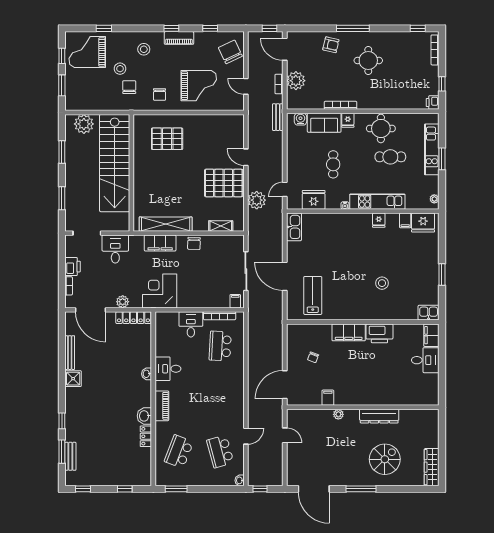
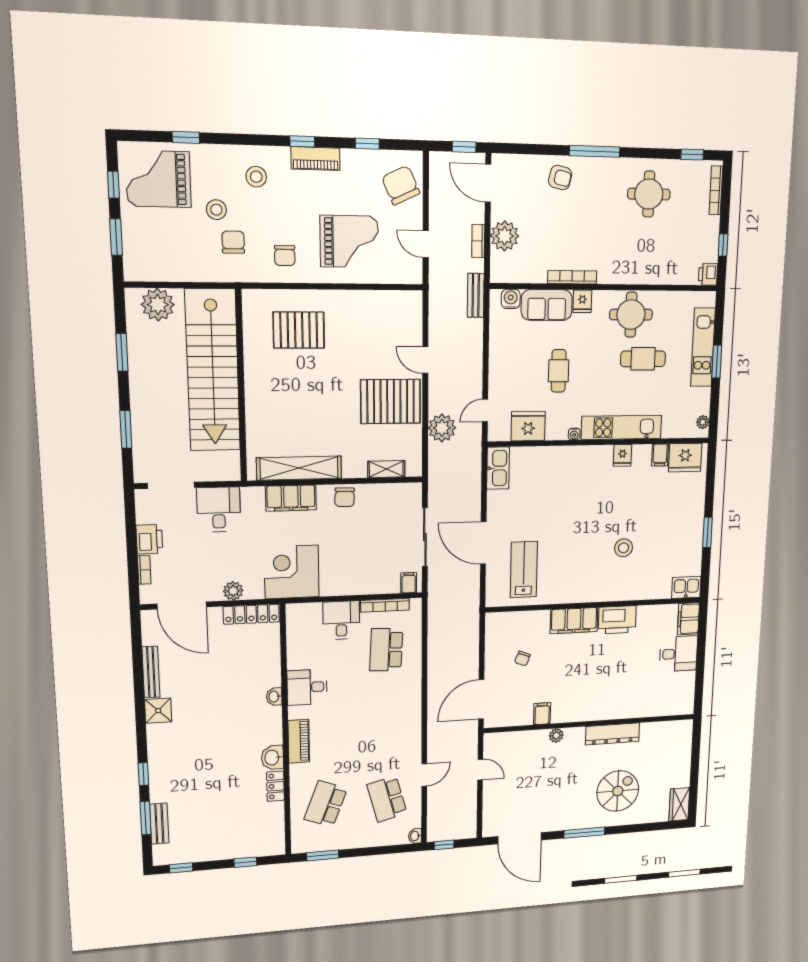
round table: (368, 60) -> (649, 194), moved
wardrobe: (432, 467) -> (679, 804), width x0.67

